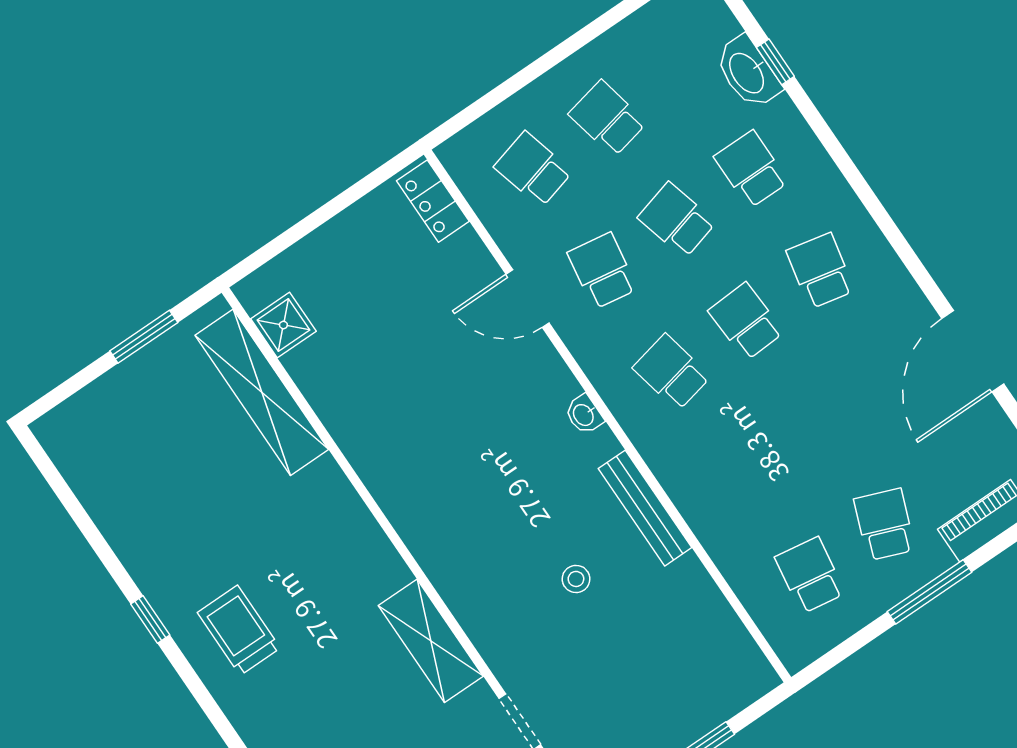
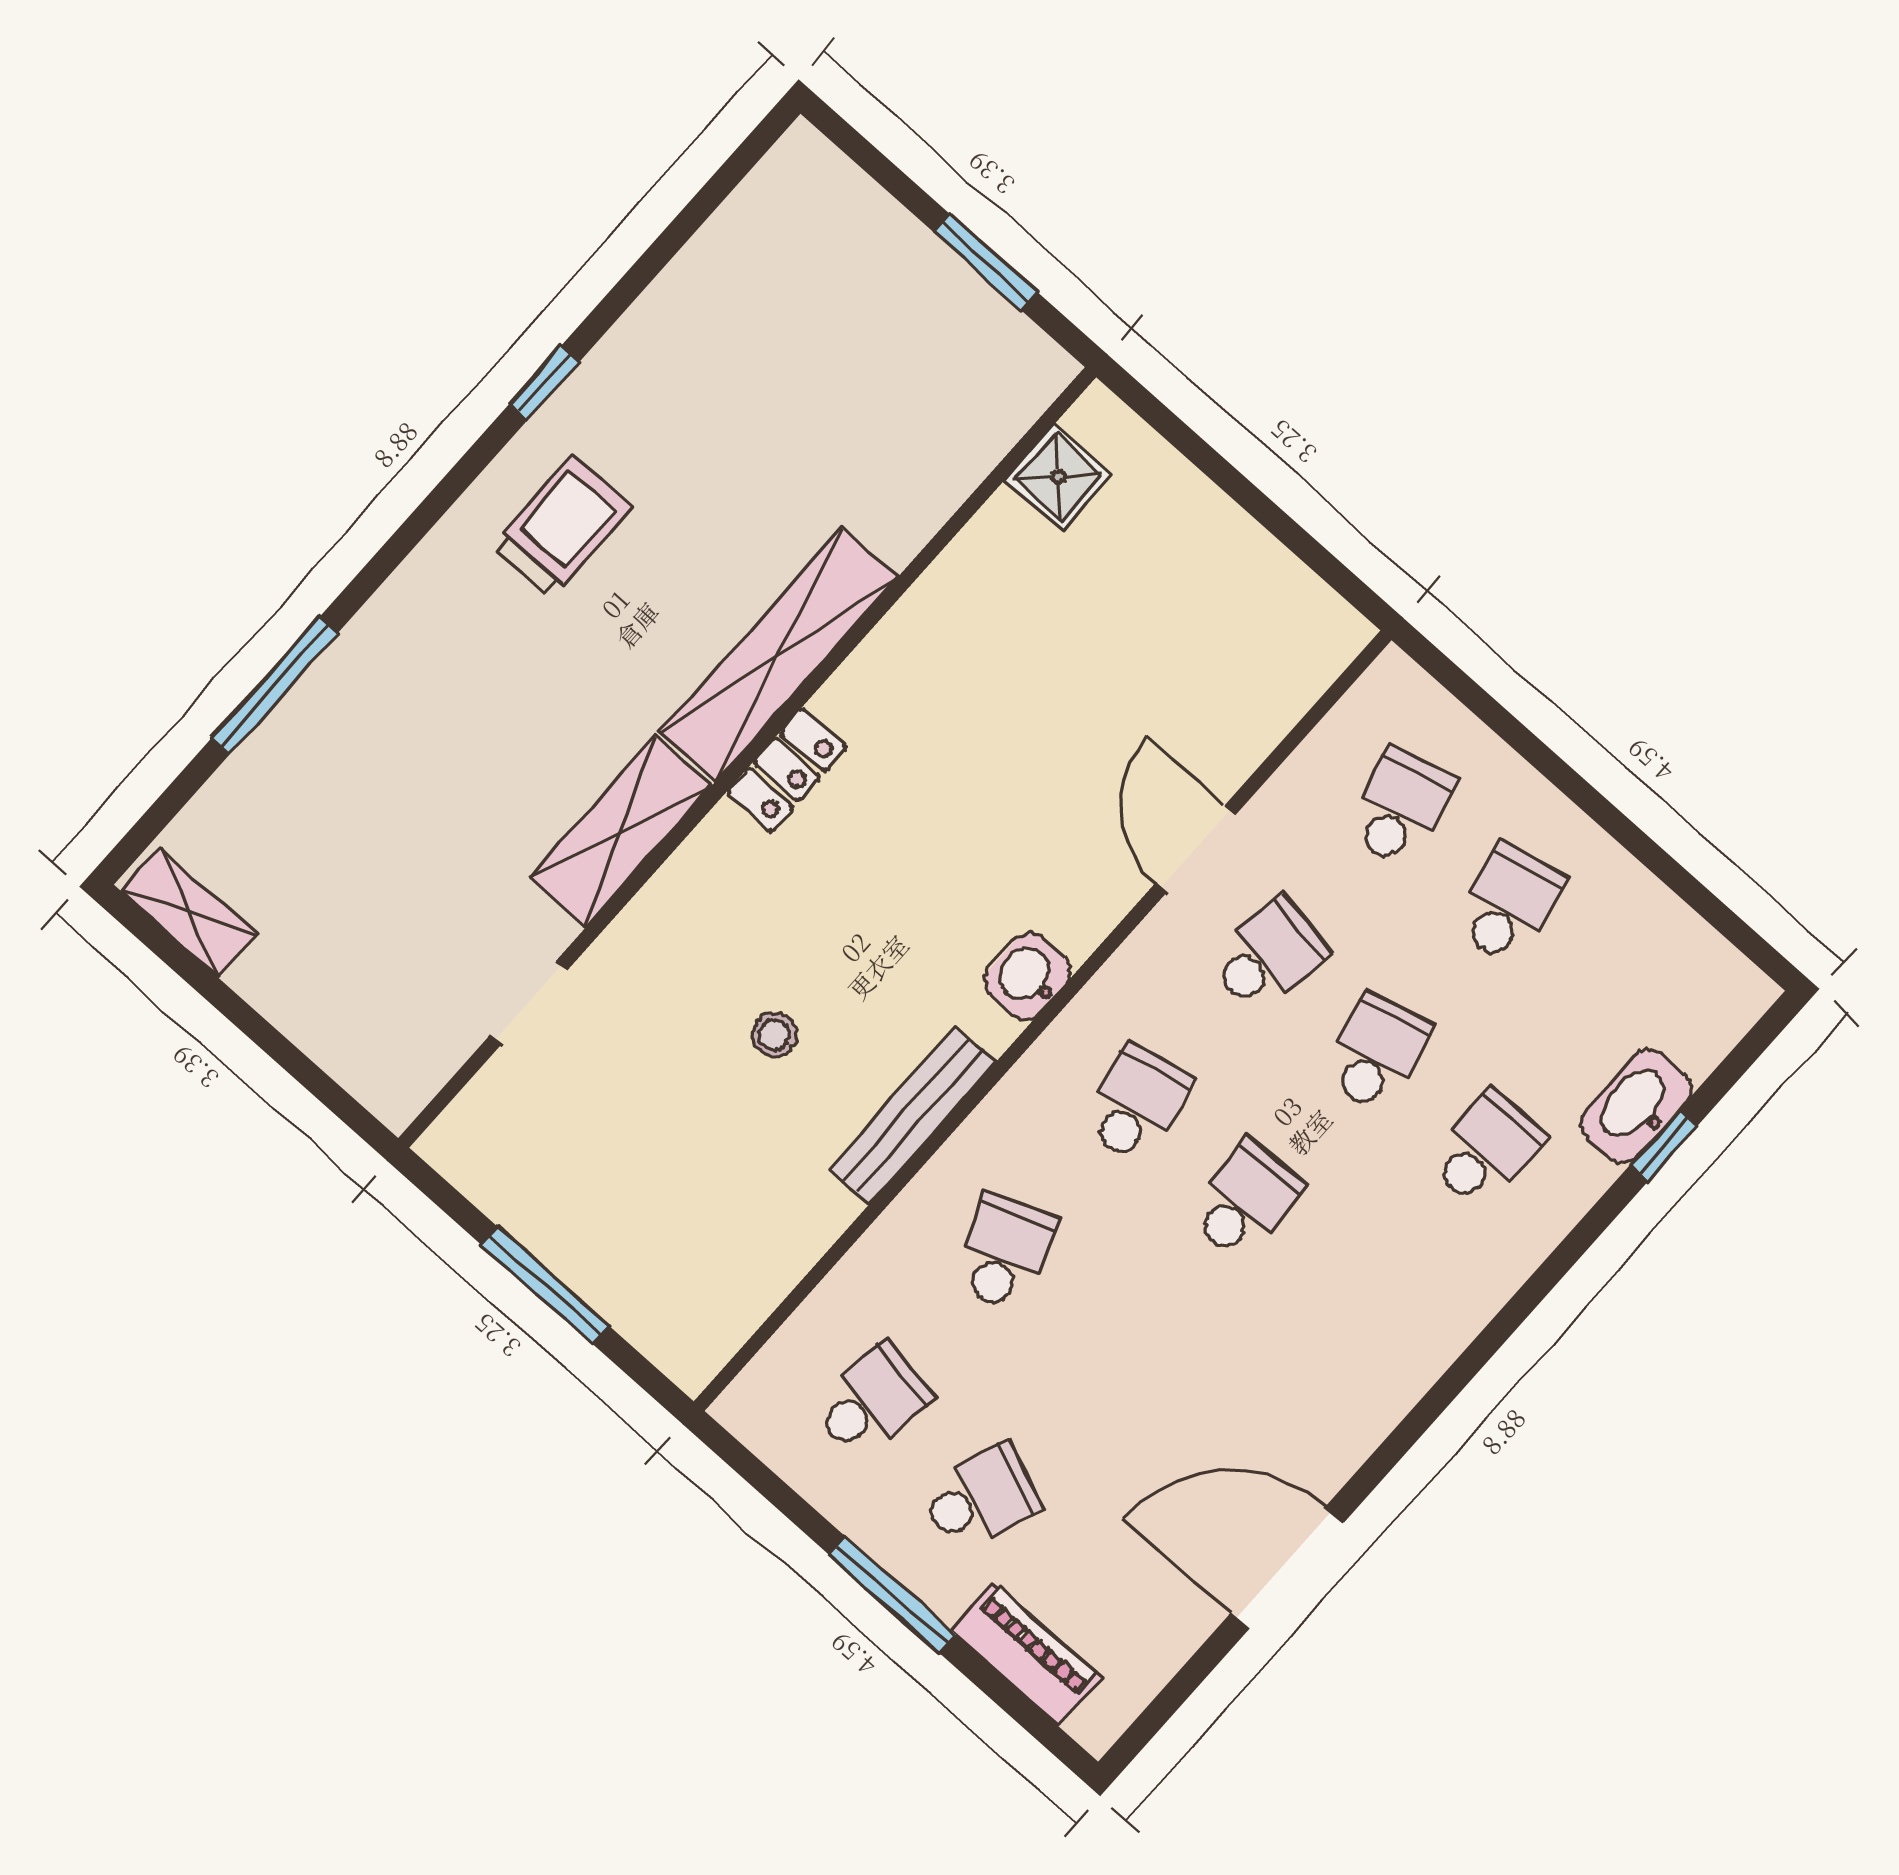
locker: (433, 201) -> (787, 770), moved, turned 180
school desk: (820, 271) -> (1004, 1252), moved, turned -33
shelving: (262, 392) -> (779, 655), moved
washbasin: (584, 415) -> (1028, 976), width x1.38, depth x1.45

